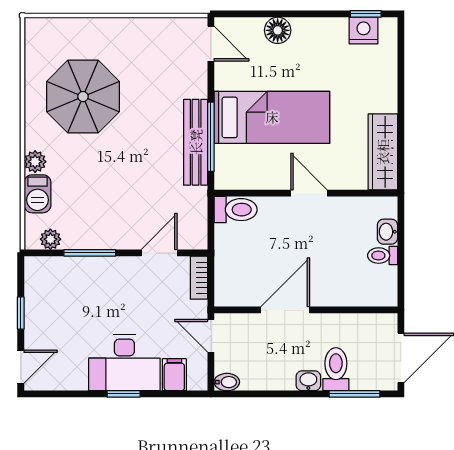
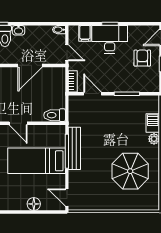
plant: (50, 239) -> (146, 100), removed
door: (159, 253) -> (92, 94), swing flipped
armchair: (59, 325) -> (142, 58), added

